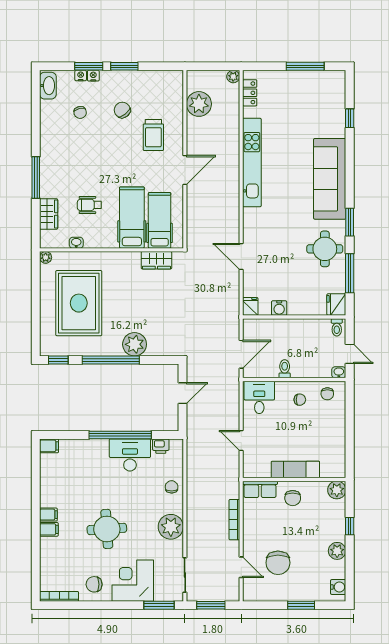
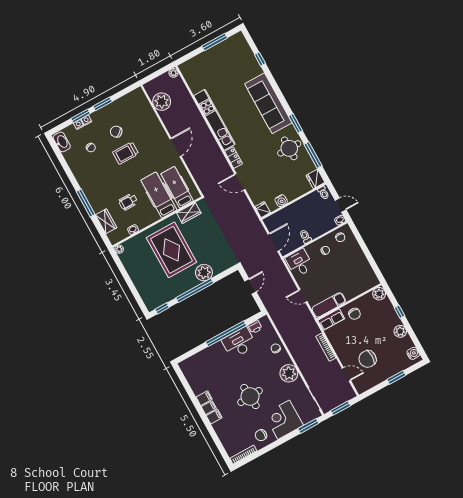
locker: (250, 93) -> (233, 157), moved
trolley: (153, 135) -> (126, 153), moved, turned 90
rug: (79, 303) -> (171, 250), moved
filing cabinet: (49, 446) -> (204, 398), moved
exam couch: (295, 469) -> (329, 305), moved
chair: (278, 563) -> (368, 359), turned 90

